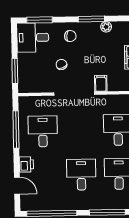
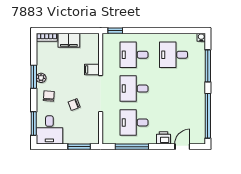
plant: (106, 27) -> (41, 78), moved
desk: (81, 175) -> (134, 89), moved

